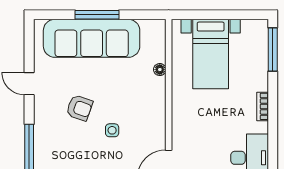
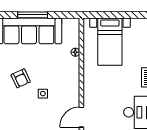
armchair: (79, 108) -> (21, 78), turned 46

